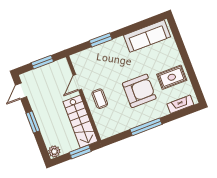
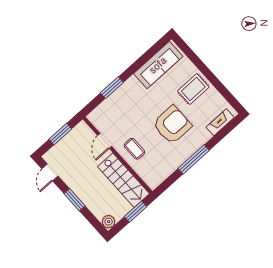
rug: (172, 77) -> (193, 89), moved

